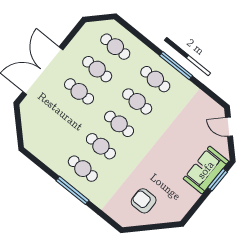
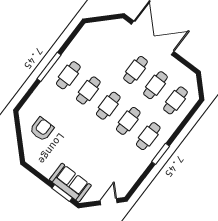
window: (176, 66) -> (161, 154), width x0.69

